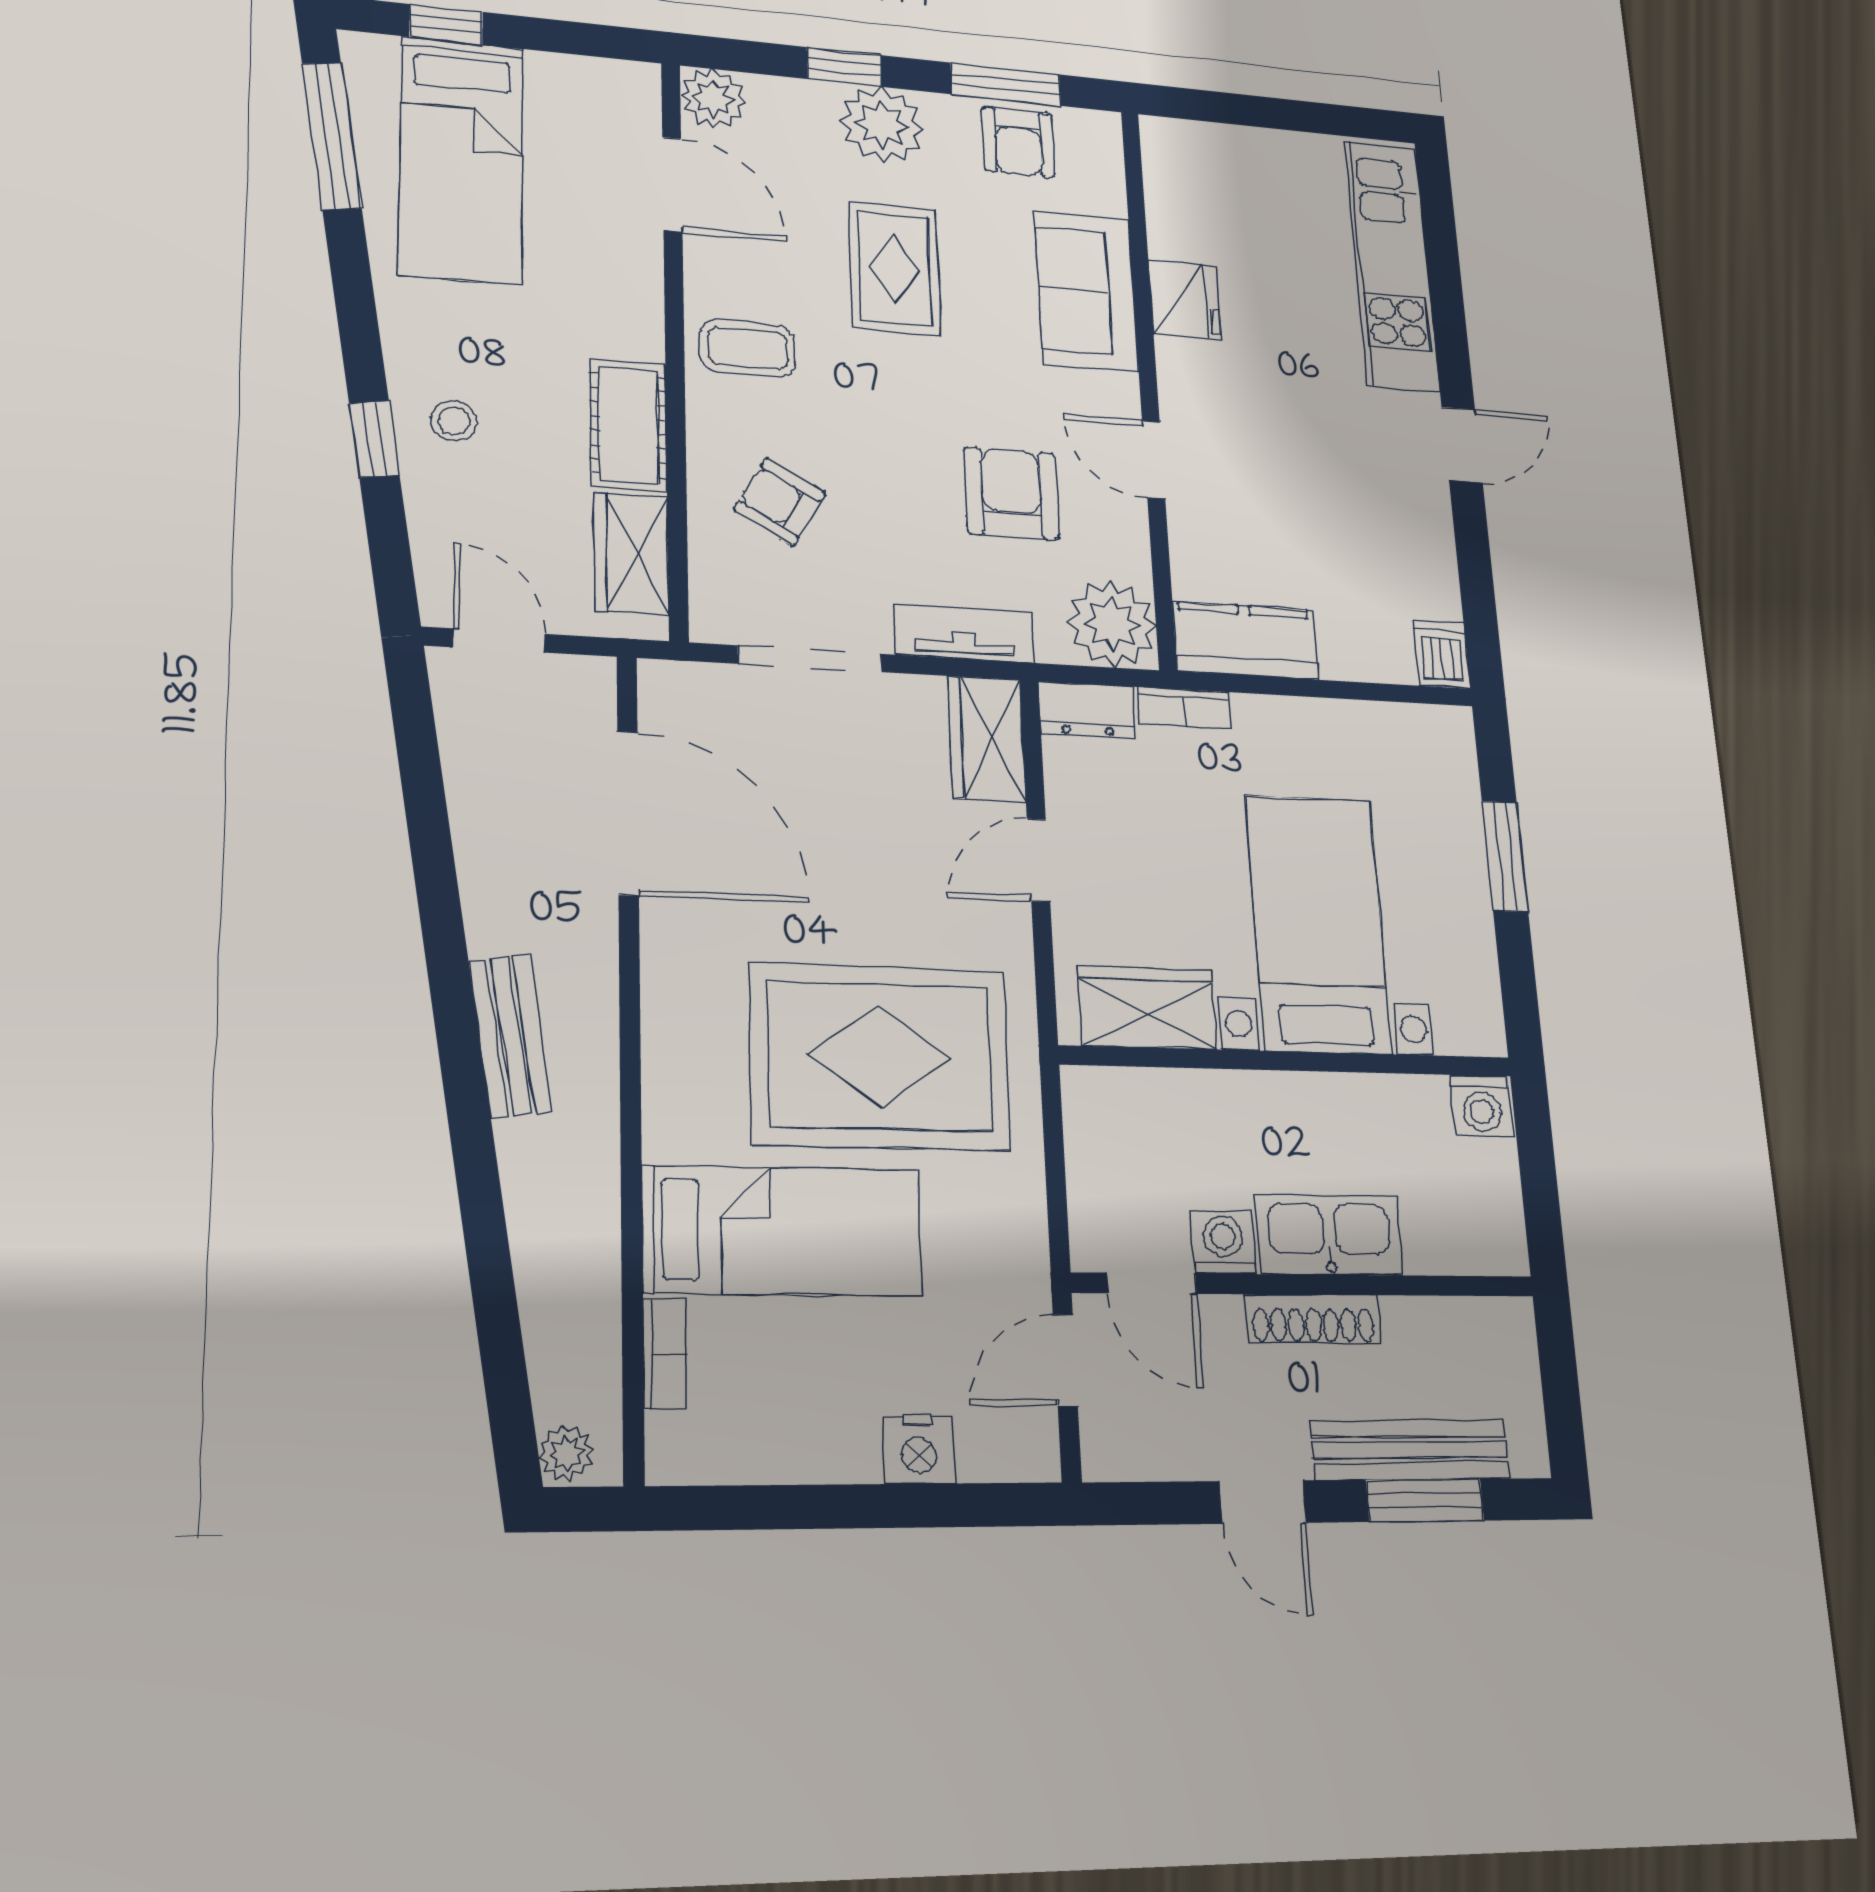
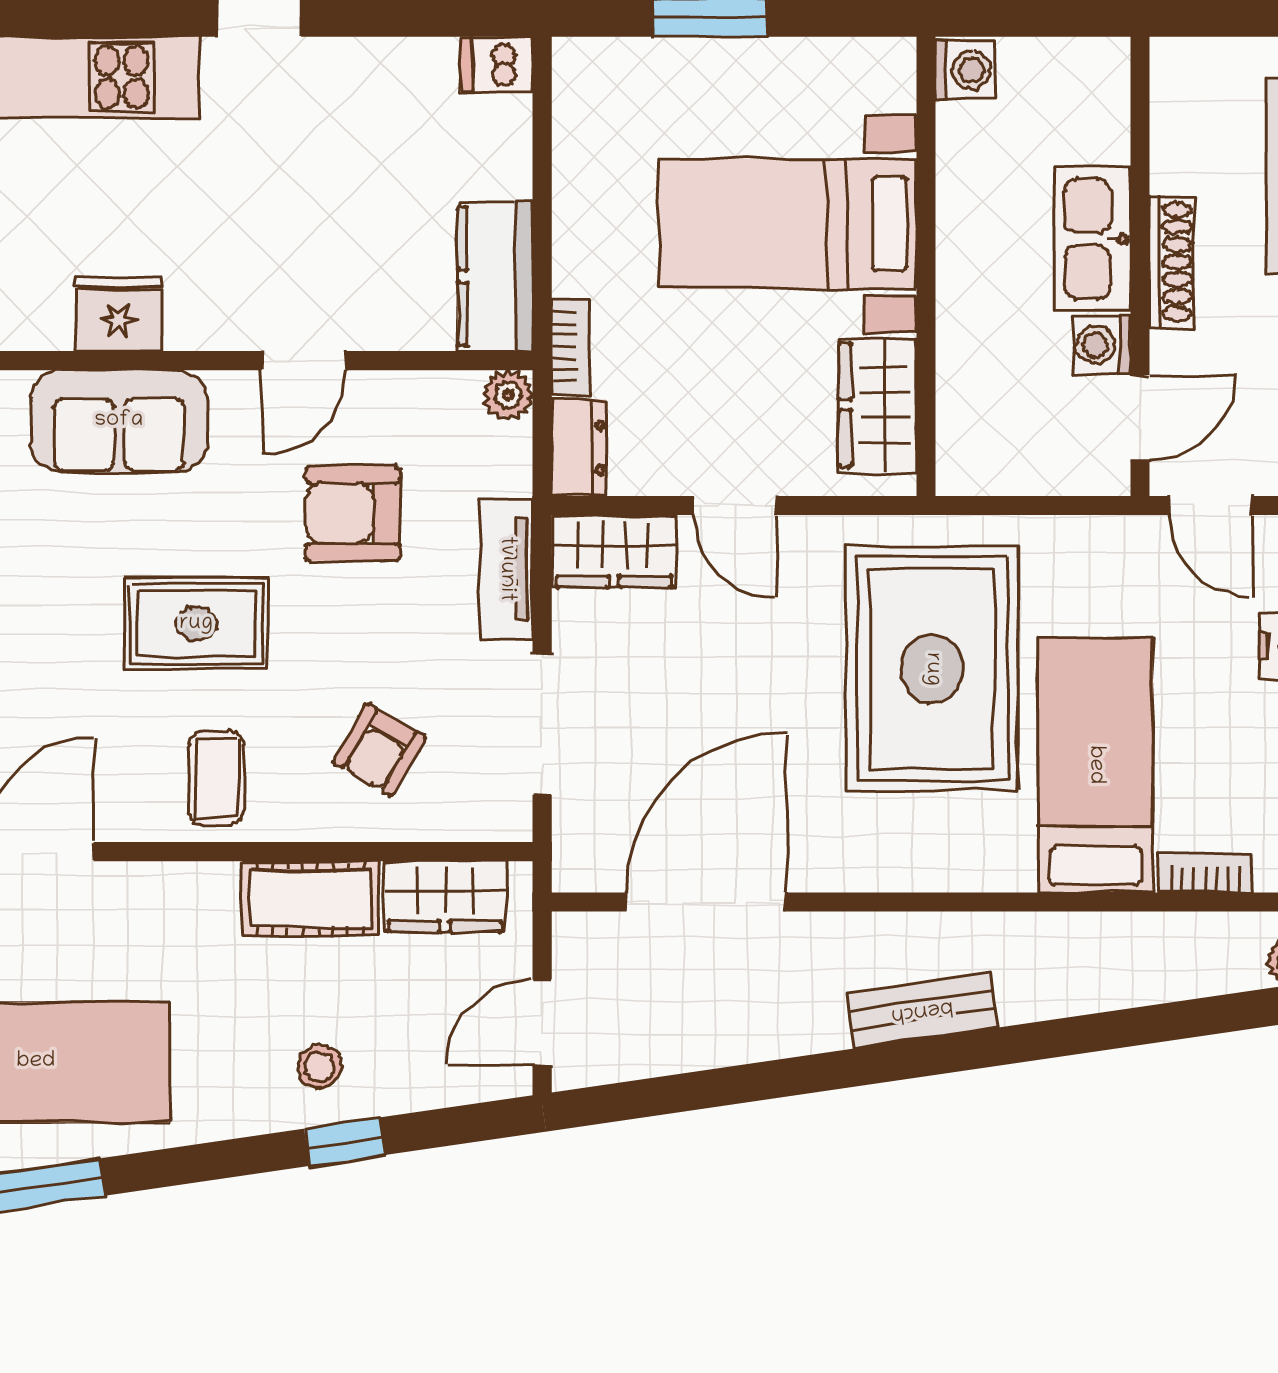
rug: (894, 269) -> (196, 624), moved
plant: (1112, 624) -> (508, 395), width x0.53, depth x0.53

